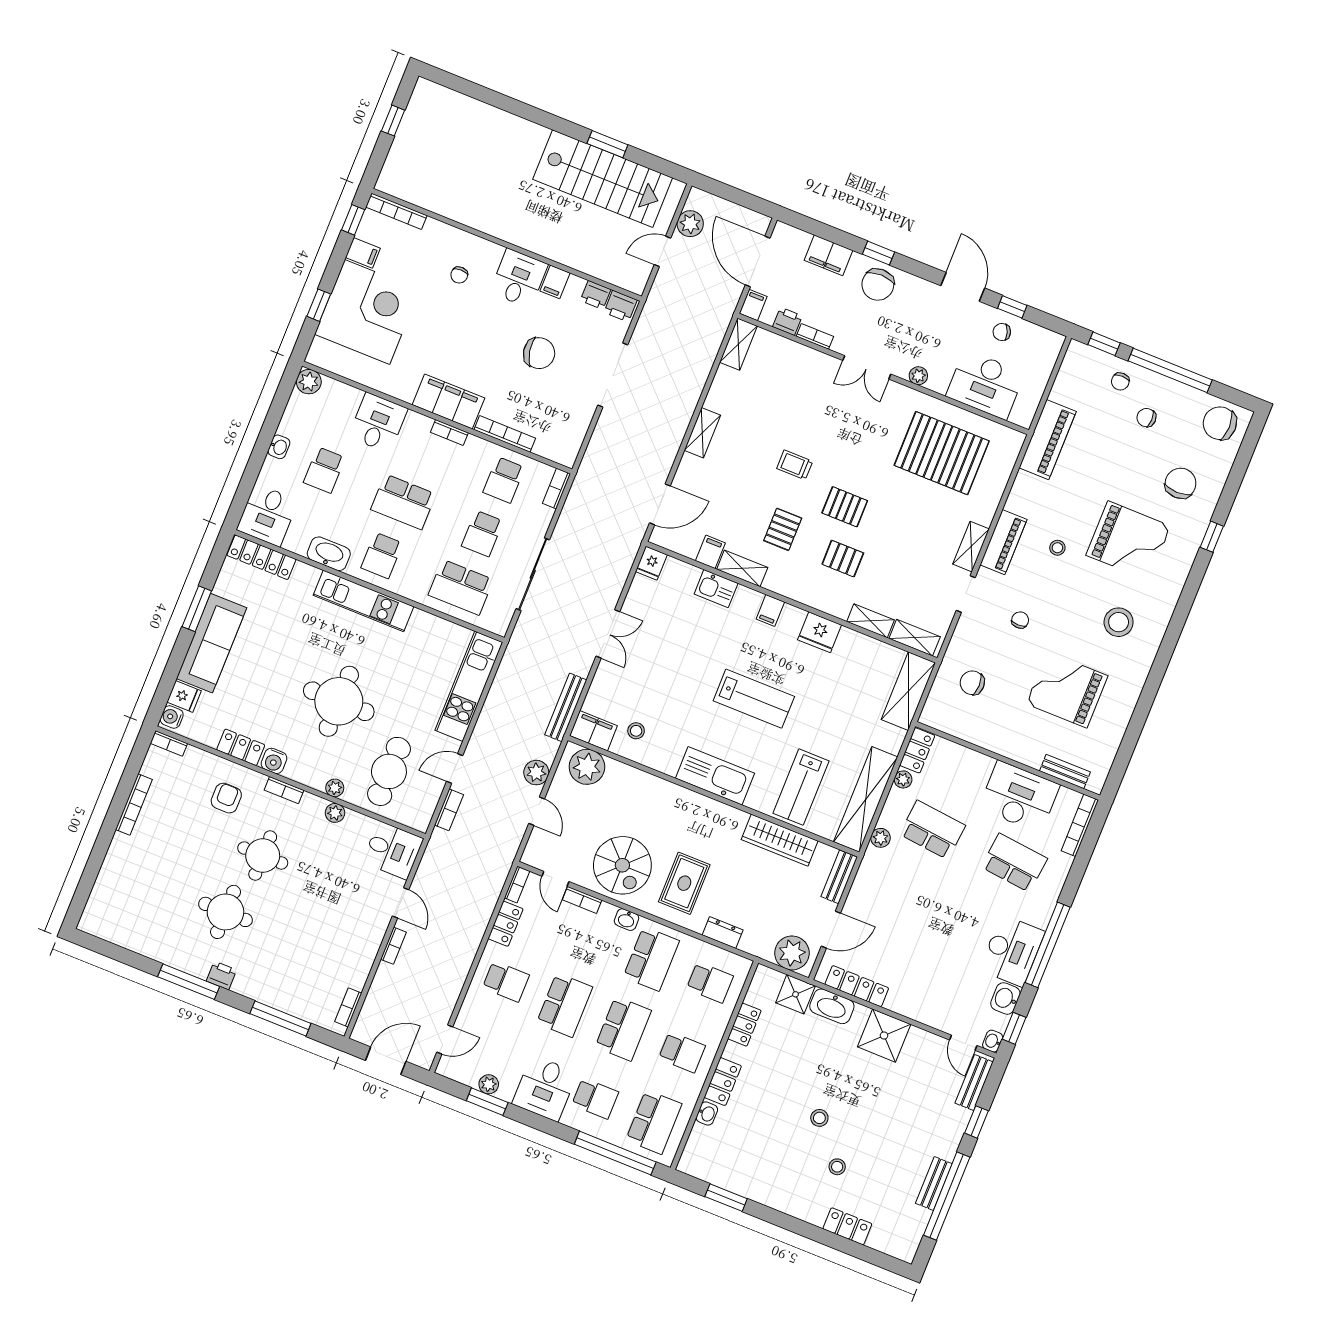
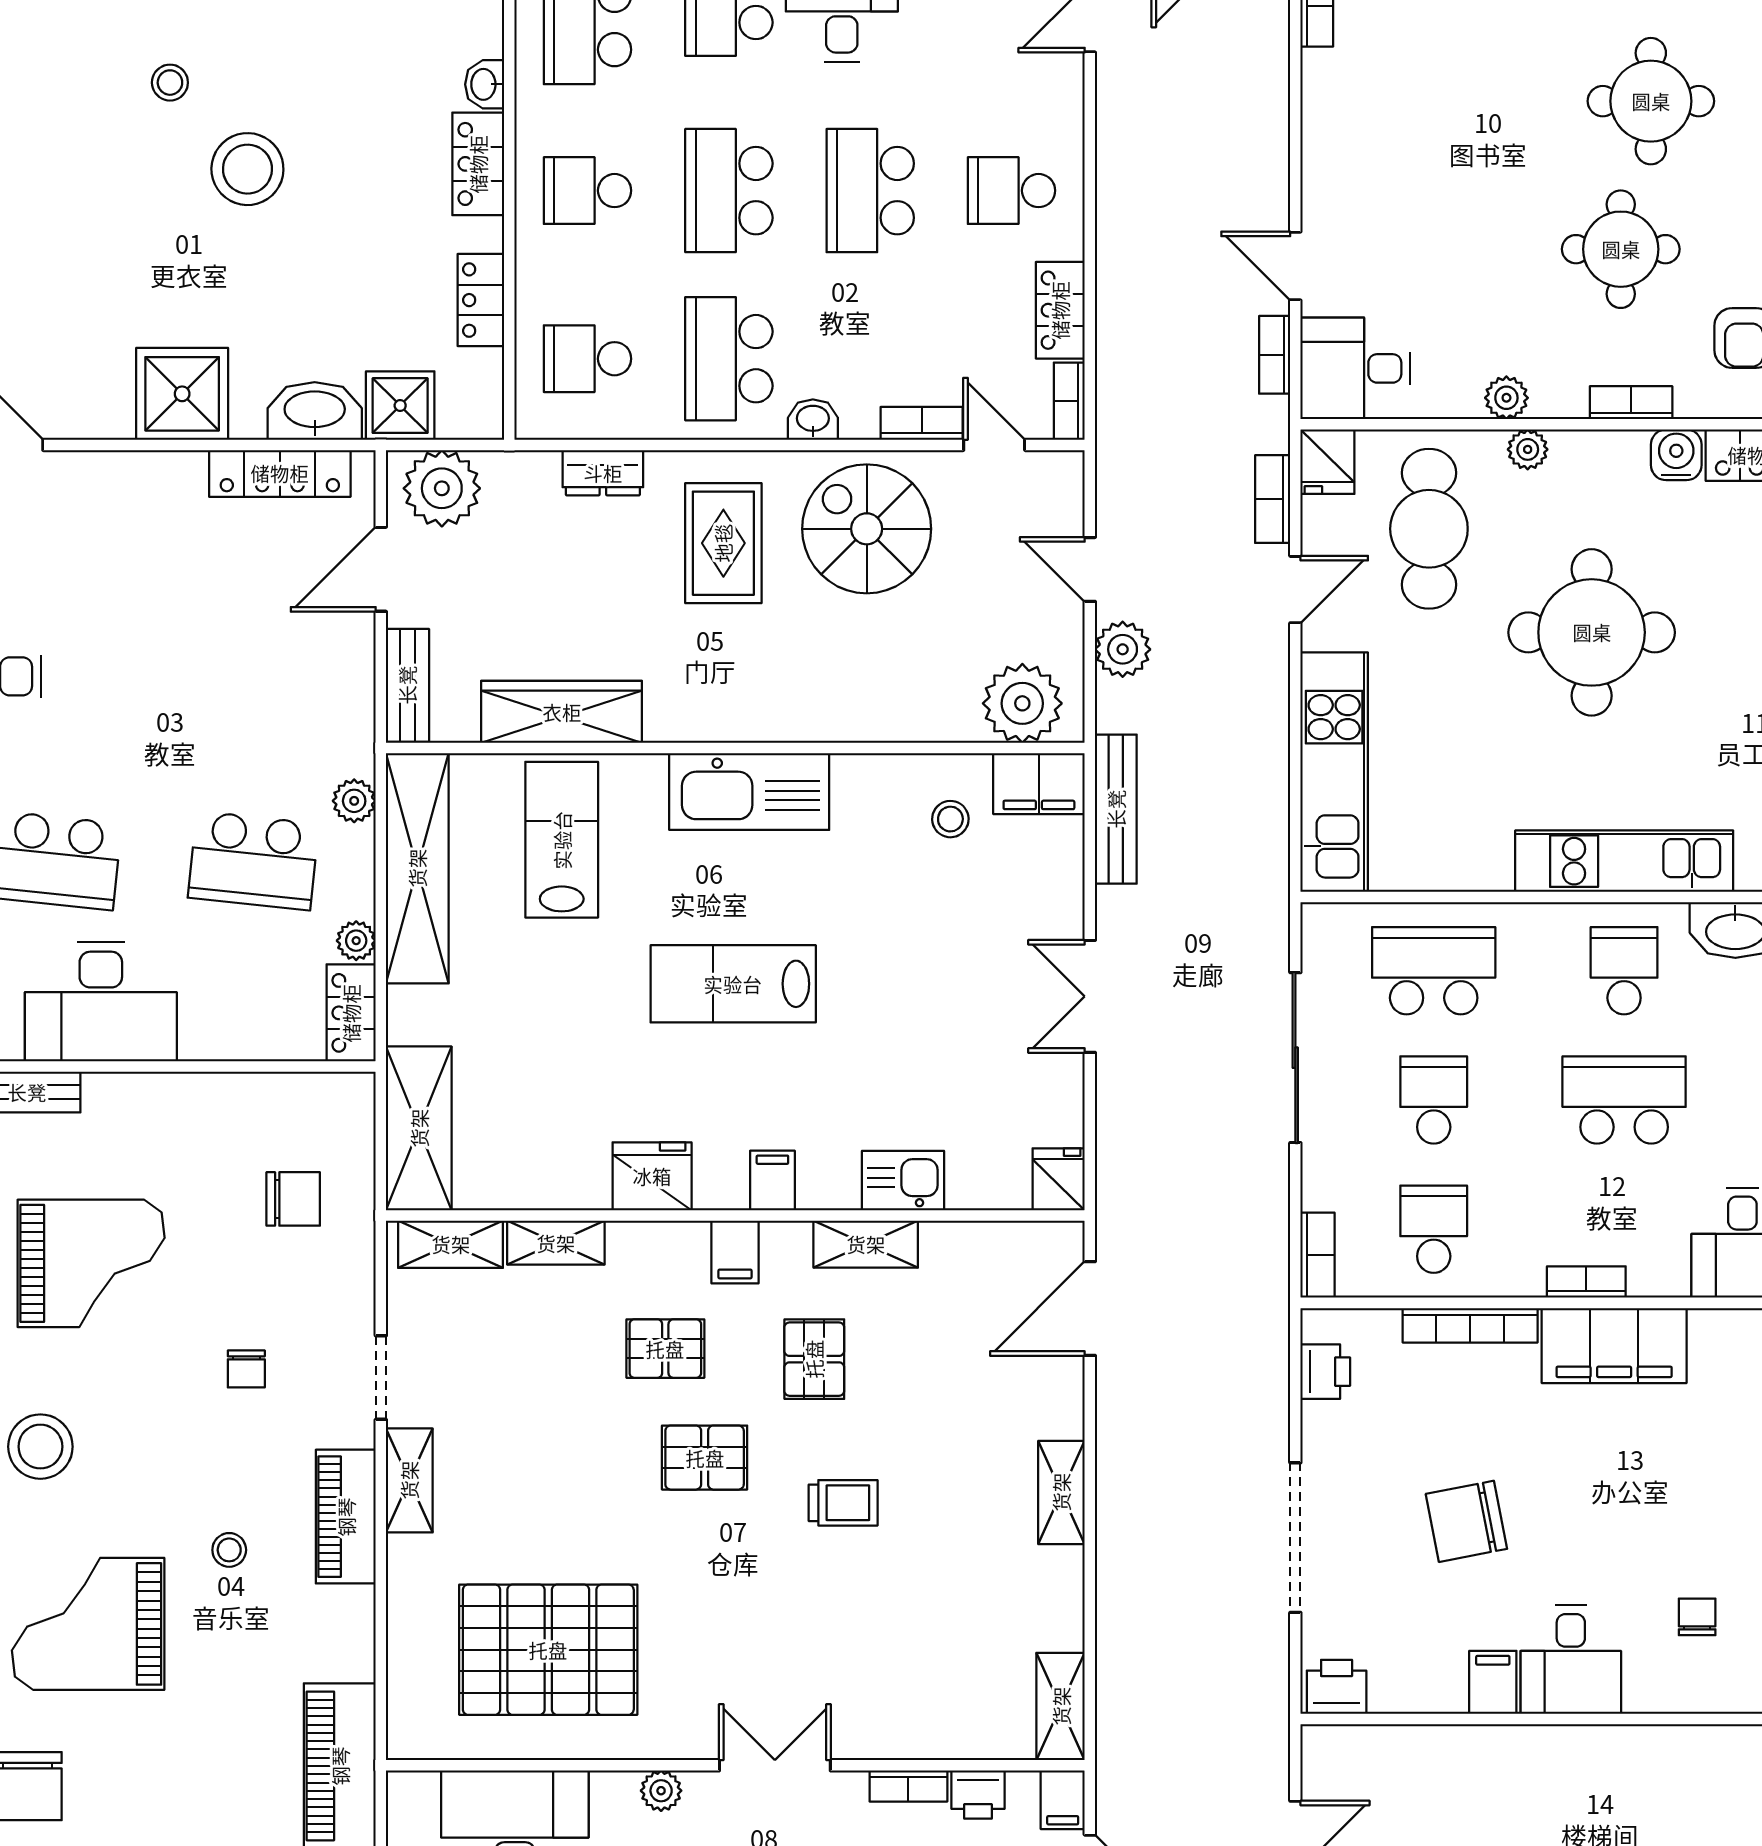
printer: (596, 295) -> (1325, 1372), moved, turned 90
filing cabinet: (710, 552) -> (735, 1252), moved
fridge: (420, 816) -> (1327, 462), added
bookcase: (393, 946) -> (1275, 355), moved
stool: (819, 1118) -> (247, 169), width x1.89, depth x1.89

